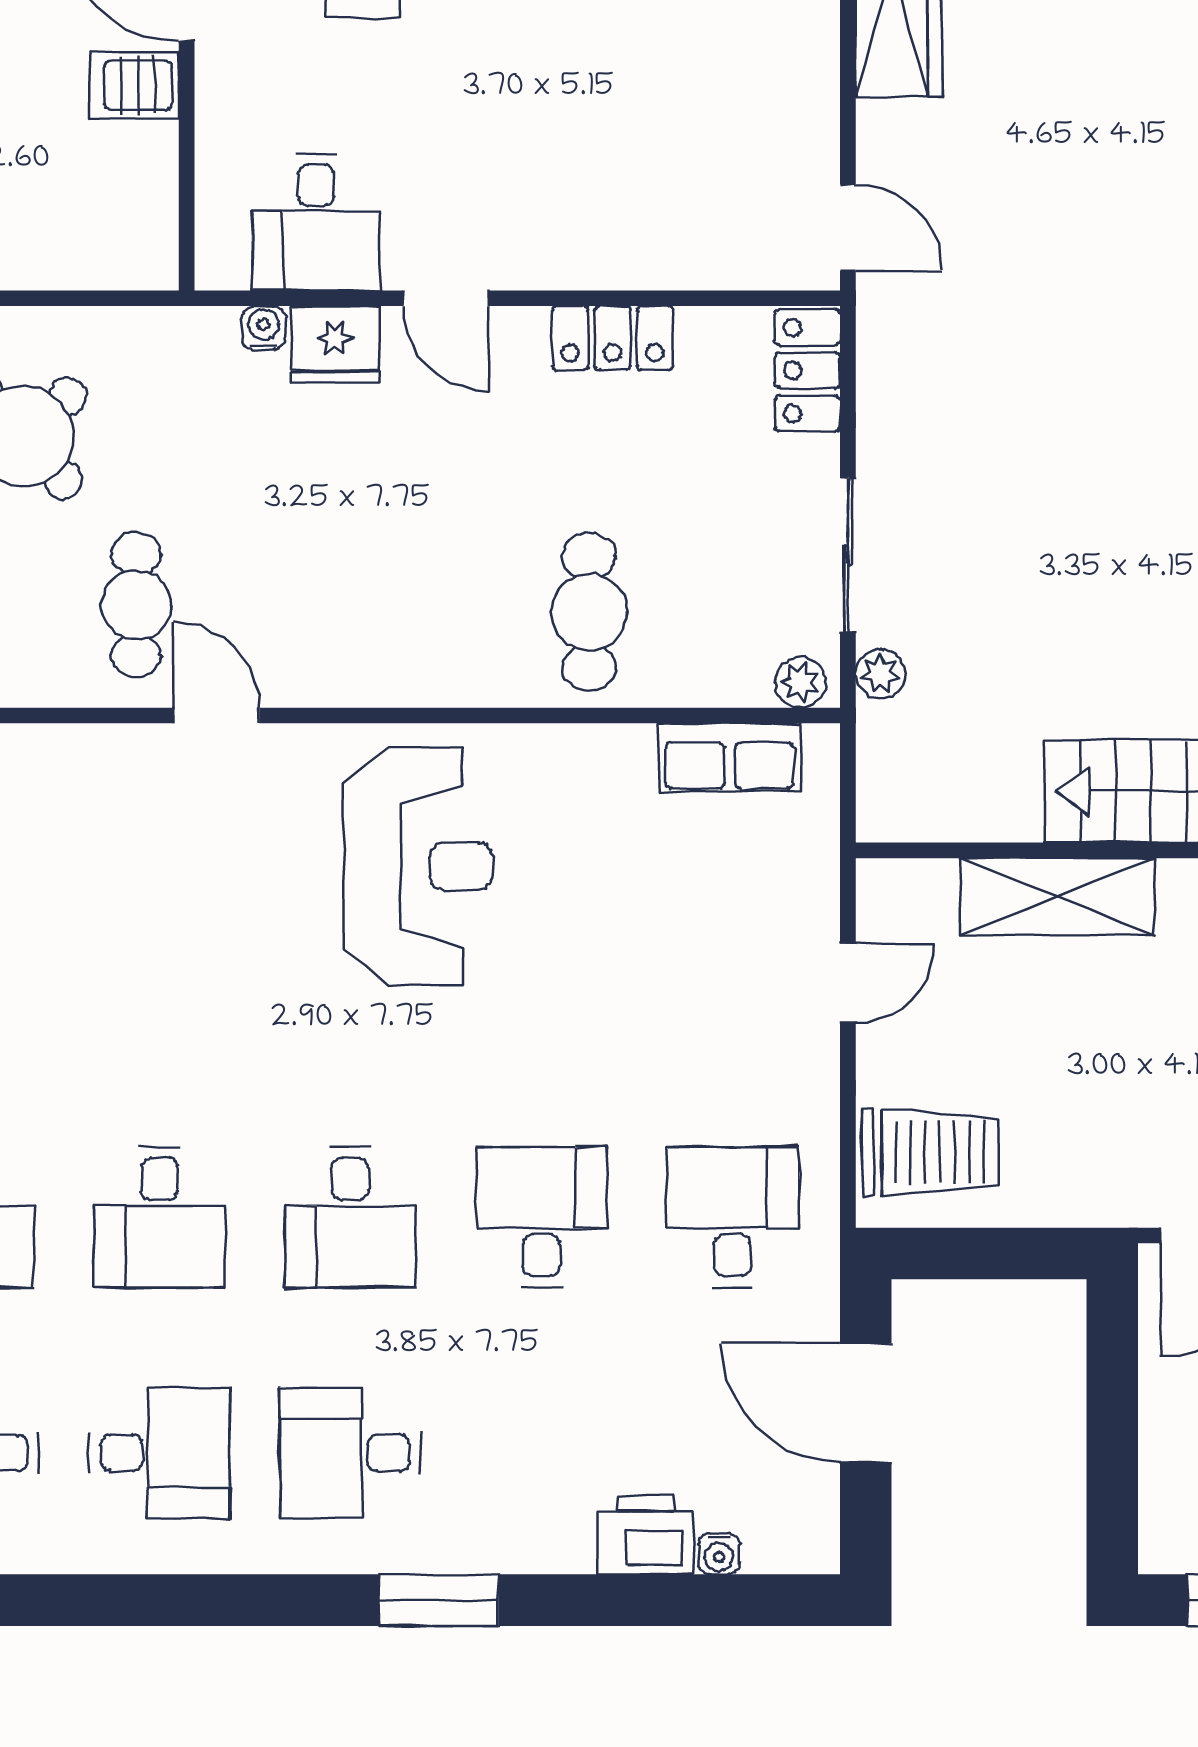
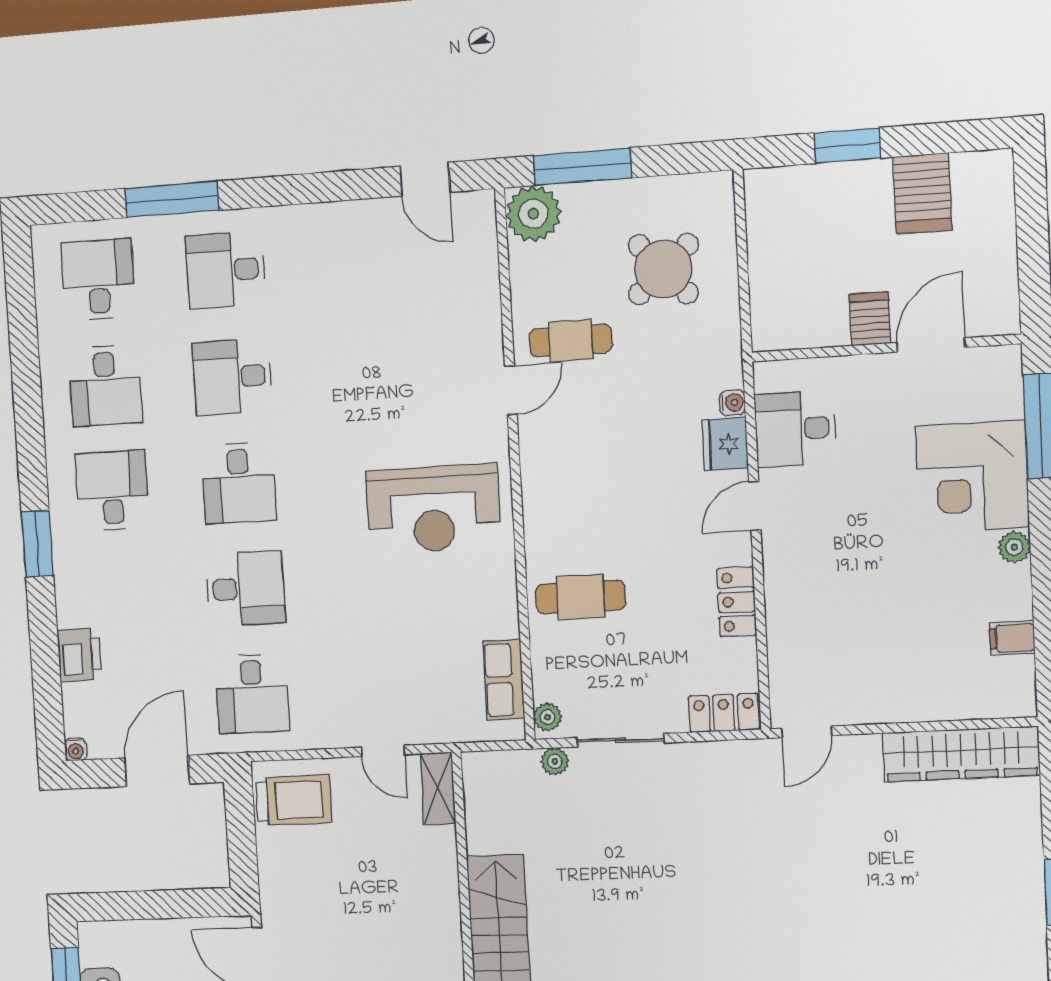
shelving: (1058, 897) -> (438, 788), moved, width x0.67, depth x0.75
trolley: (930, 1152) -> (294, 800), turned -90
desk: (350, 1217) -> (239, 483), turned -90
desk: (732, 1217) -> (252, 694), turned 90
water cooler: (719, 1554) -> (76, 749), moved, turned -90

